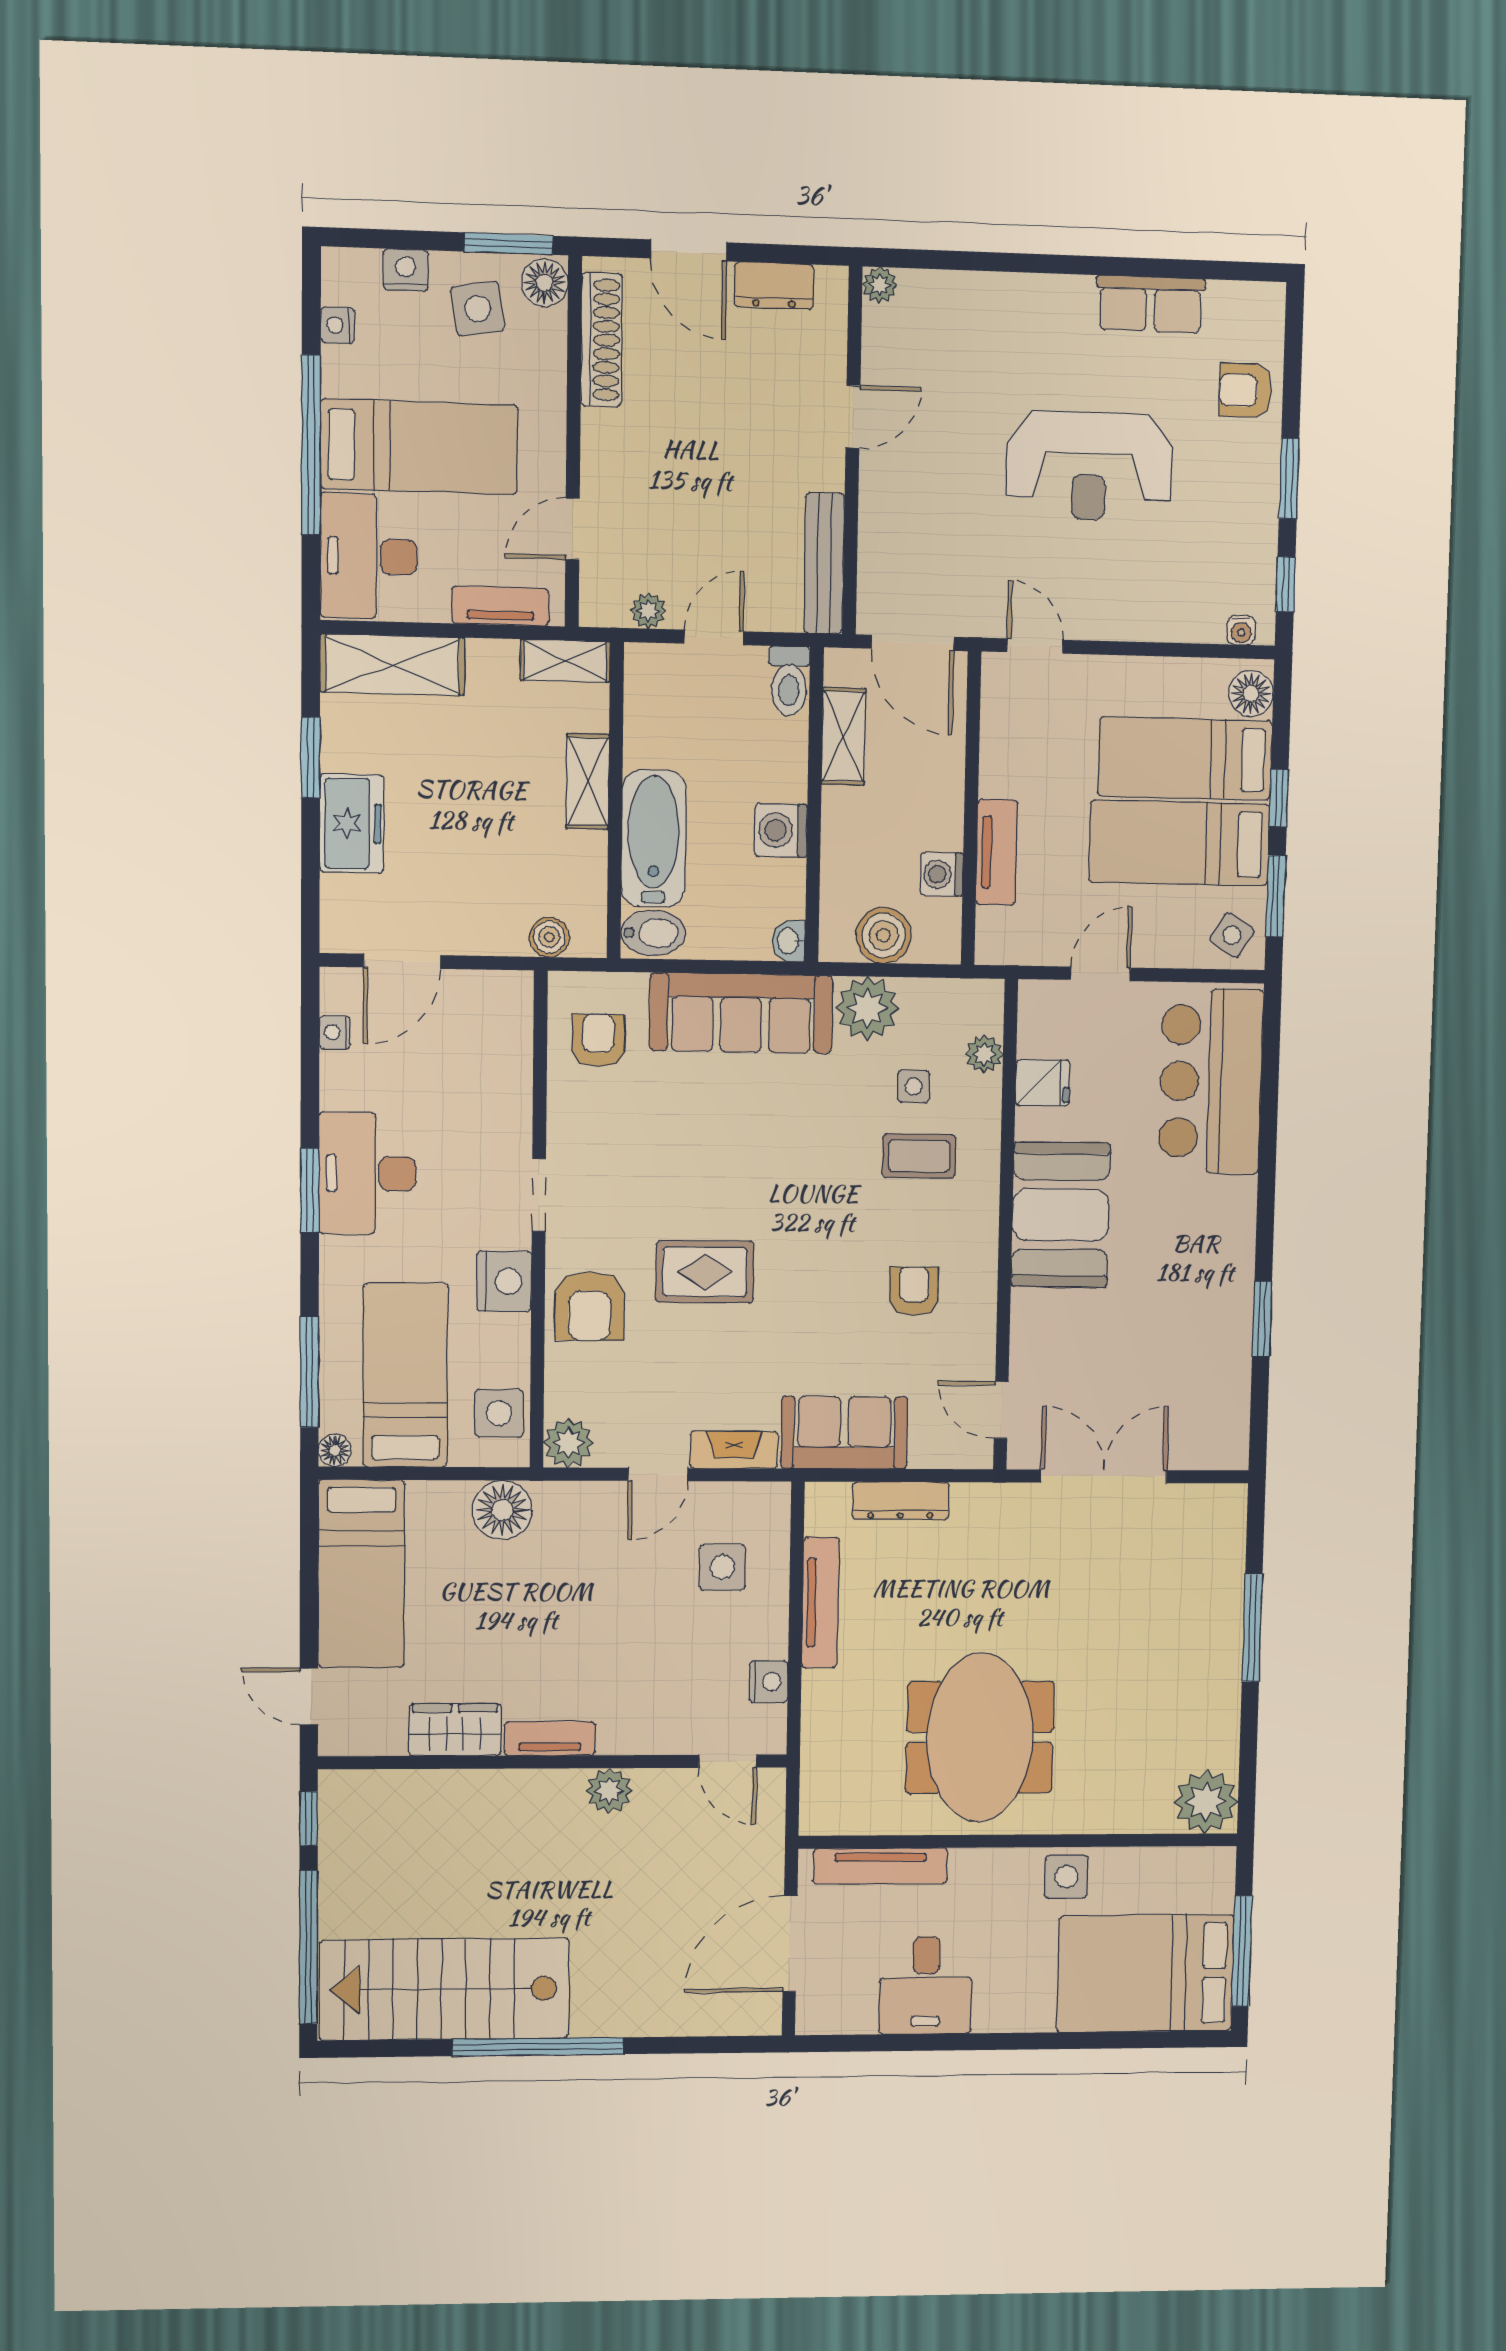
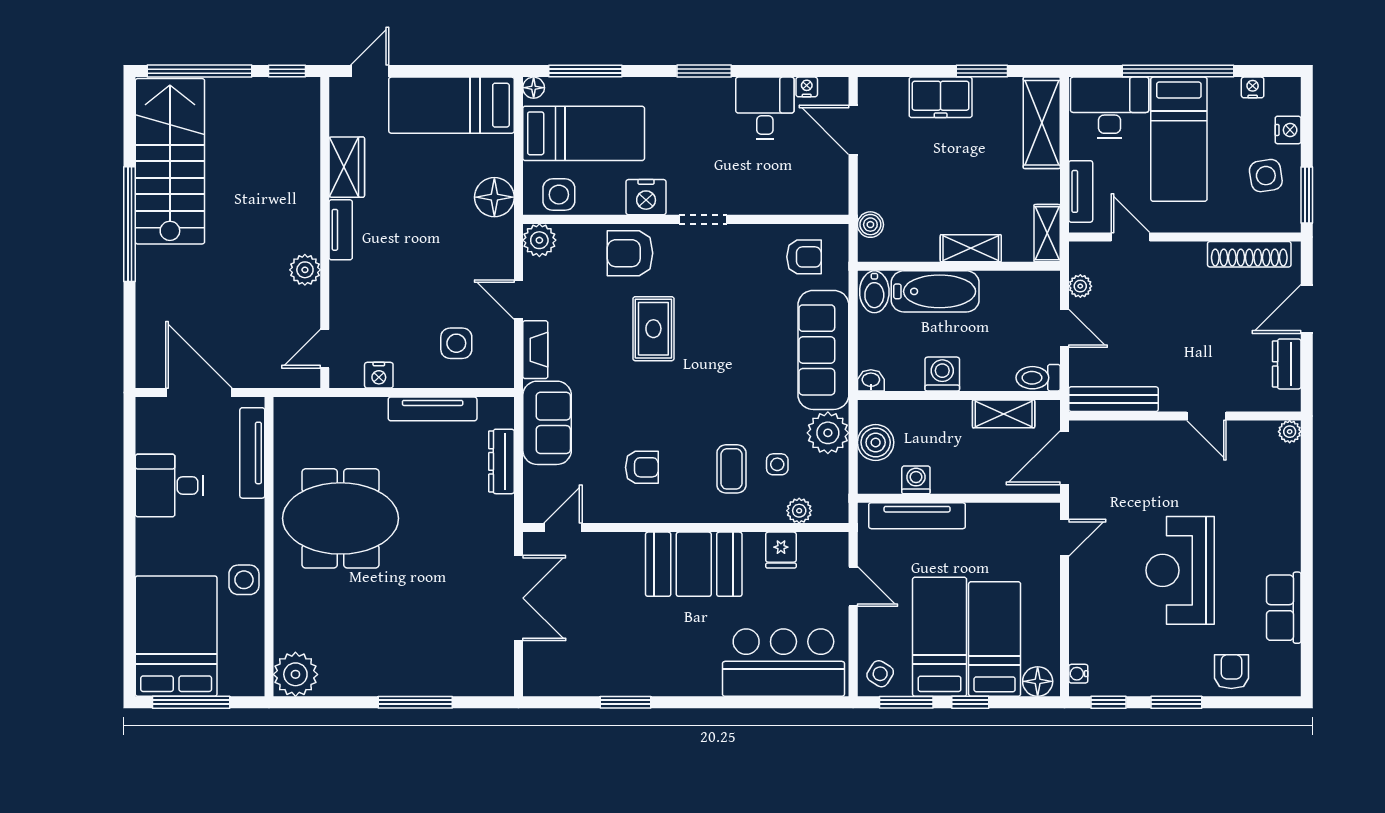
floor lamp: (545, 283) -> (1283, 218), removed
tv unit: (996, 852) -> (917, 516), width x1.41
desk: (367, 1173) -> (765, 108), moved, width x0.73

